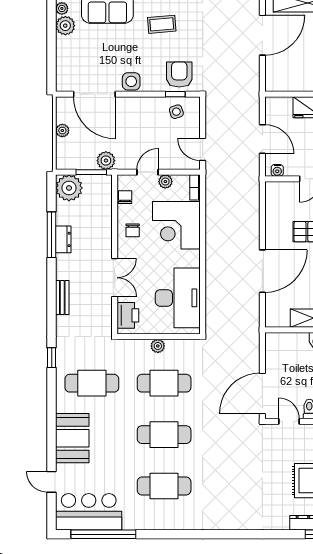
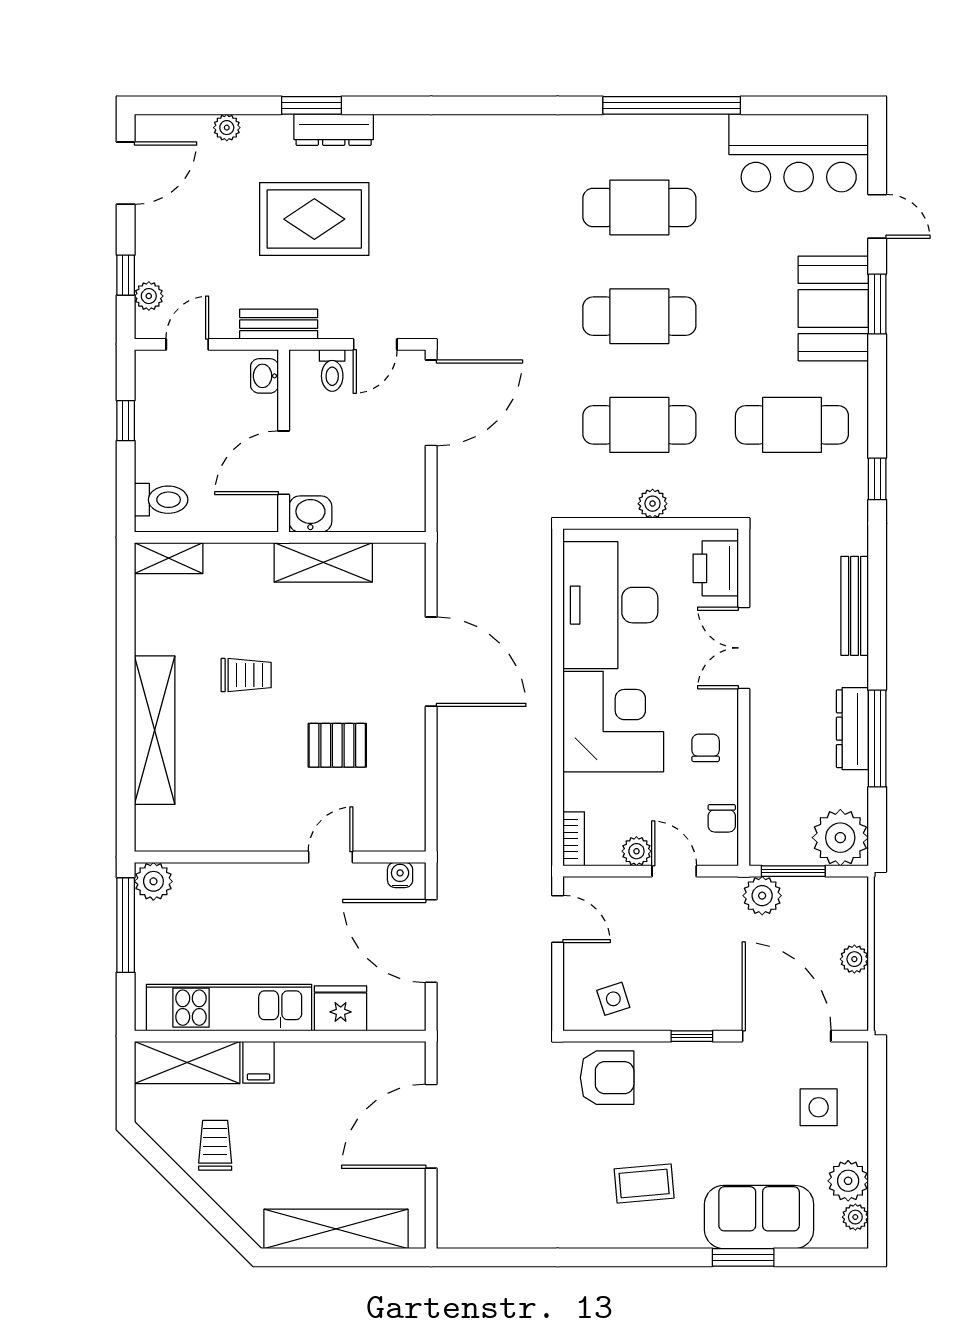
door: (262, 35) -> (431, 1126), moved
armchair: (179, 74) -> (607, 1078), turned -90
side table: (131, 81) -> (819, 1107), moved
window: (175, 94) -> (692, 1036), moved
door: (262, 139) -> (431, 941), width x1.36
door: (148, 172) -> (674, 871), swing flipped
corner desk: (176, 225) -> (613, 722), moved
dresser: (63, 239) -> (852, 729), width x1.44
door: (262, 271) -> (431, 662), swing flipped
bench: (62, 298) -> (855, 606), width x1.36
door: (289, 421) -> (375, 344), hinge flipped
window: (52, 440) -> (877, 304), added
window: (103, 534) -> (672, 105), moved

